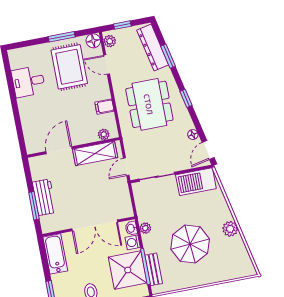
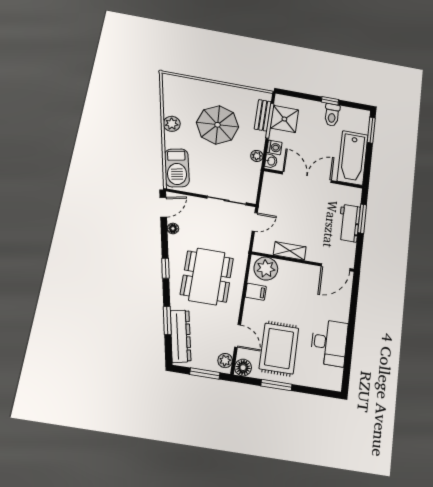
window: (122, 25) -> (205, 373), width x1.50
desk: (28, 82) -> (329, 343), width x1.37
plant: (104, 134) -> (266, 269), width x1.88, depth x1.88
door: (59, 150) -> (336, 267), moved
shelving: (95, 153) -> (290, 251), width x0.67, depth x0.75
barbecue: (196, 182) -> (177, 168), moved, turned 78
bathtub: (55, 254) -> (353, 158), width x1.36, depth x1.36
shower: (128, 270) -> (284, 119), width x0.73, depth x0.73

